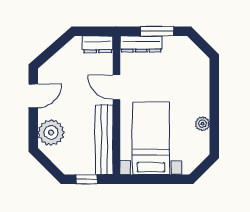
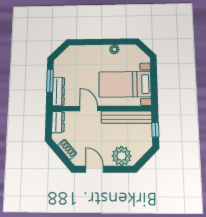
shoe rack: (60, 58) -> (67, 149), added
door: (116, 87) -> (89, 109), swing flipped

